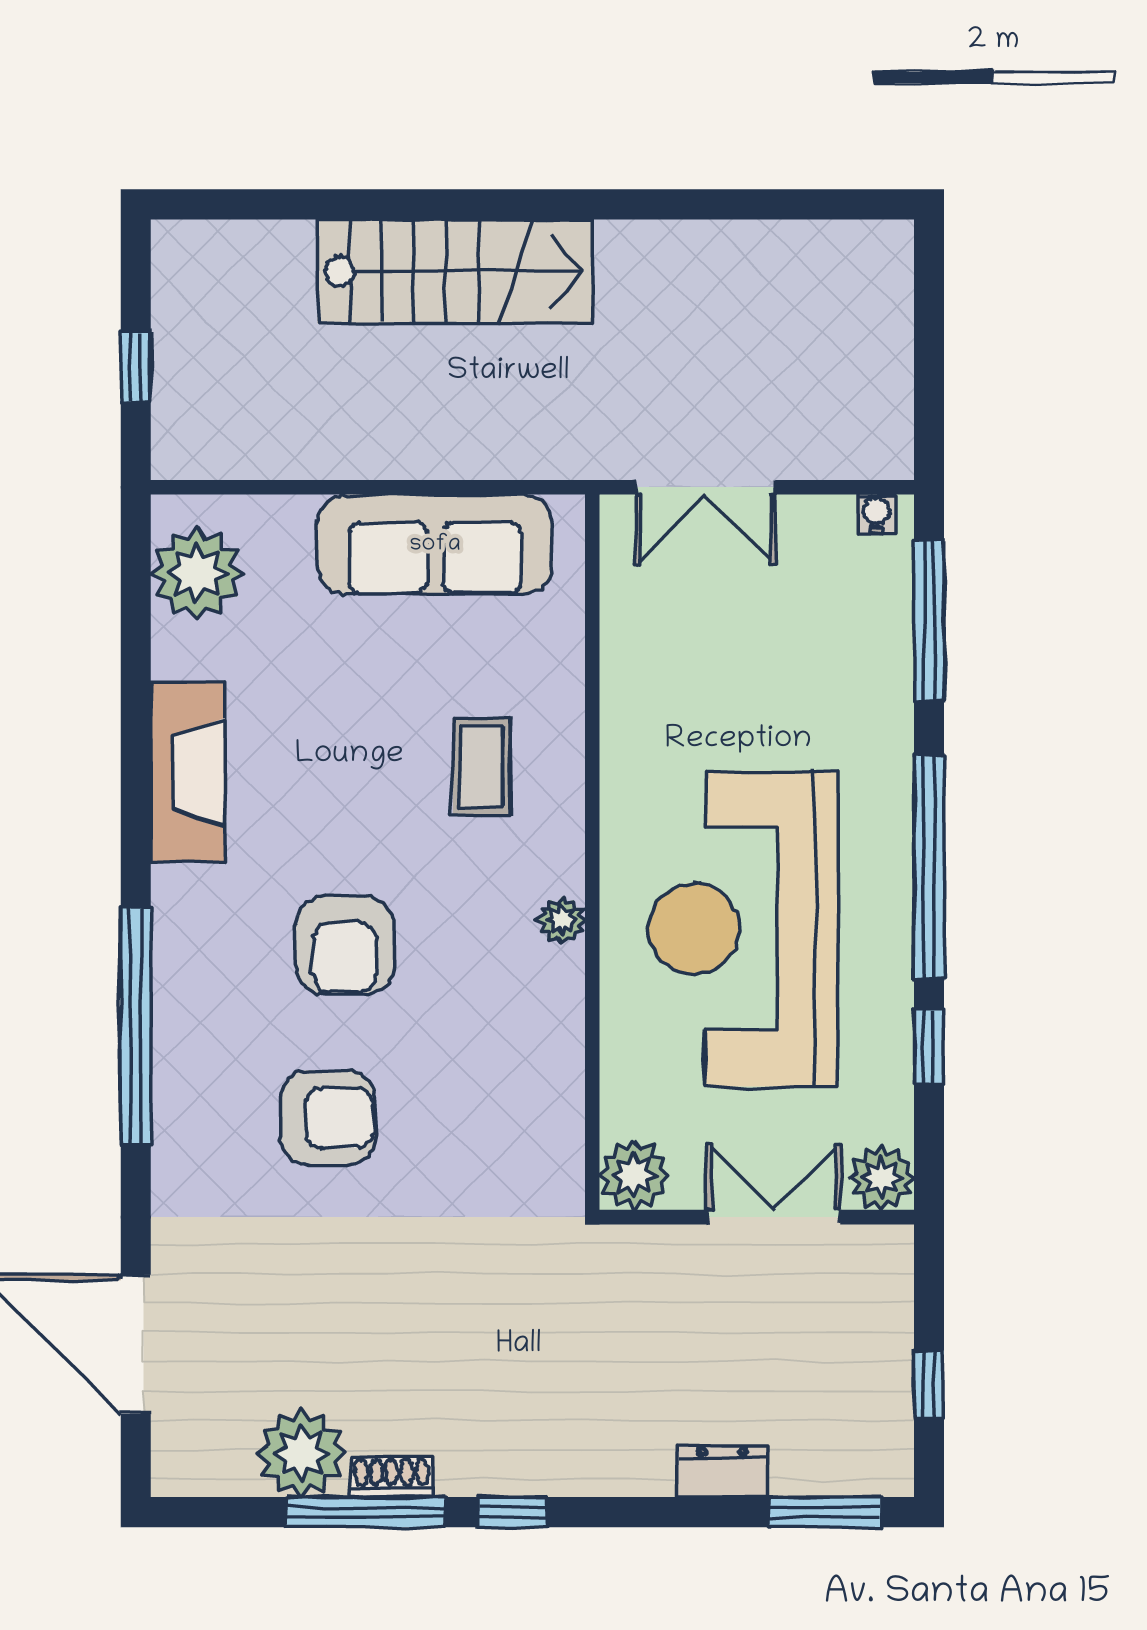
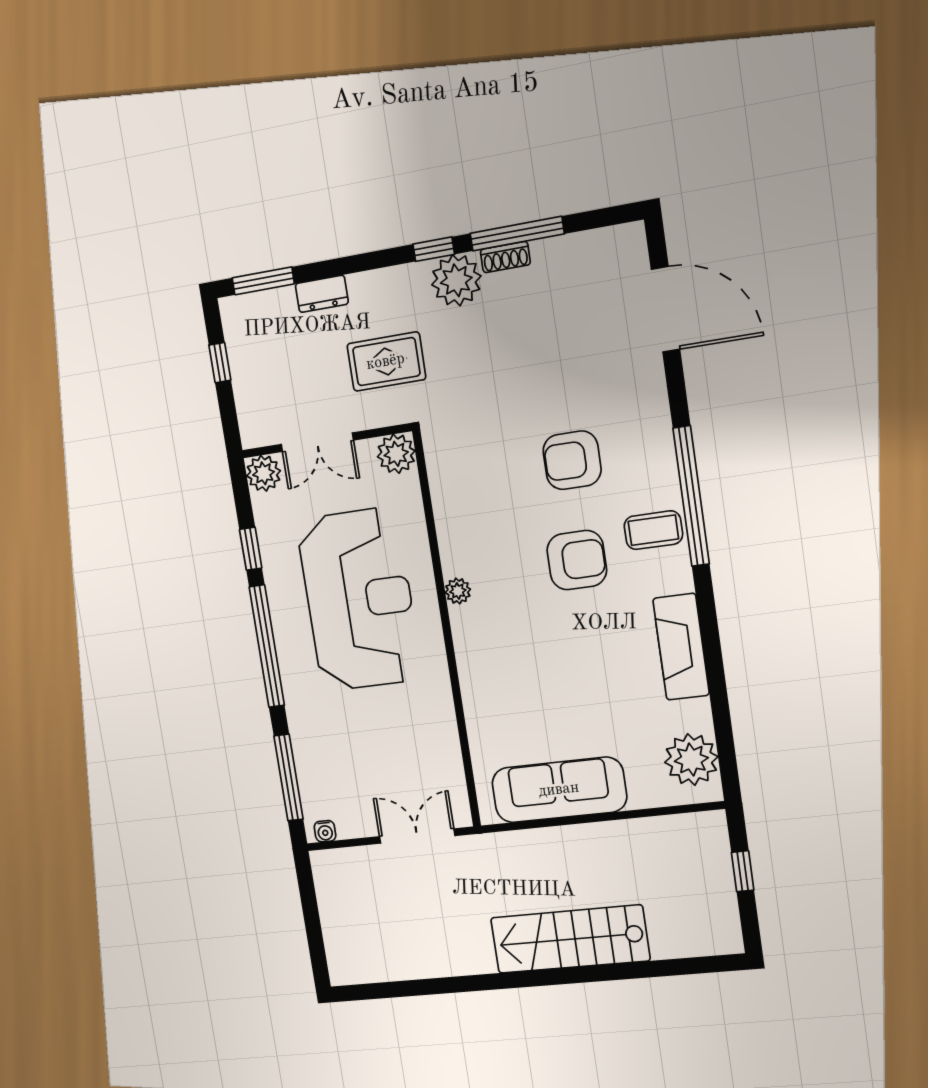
coffee table: (482, 766) -> (653, 530), moved, turned 90
armchair: (345, 945) -> (577, 560), turned 90
rug: (626, 1337) -> (386, 362), added
plant: (301, 1453) -> (456, 280), moved

